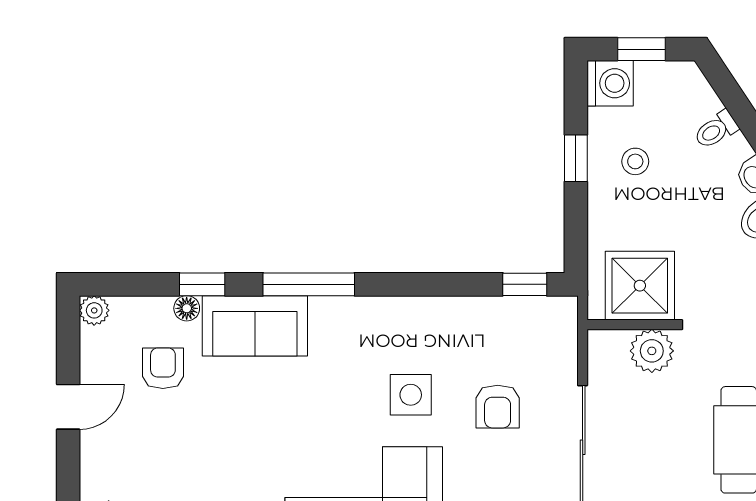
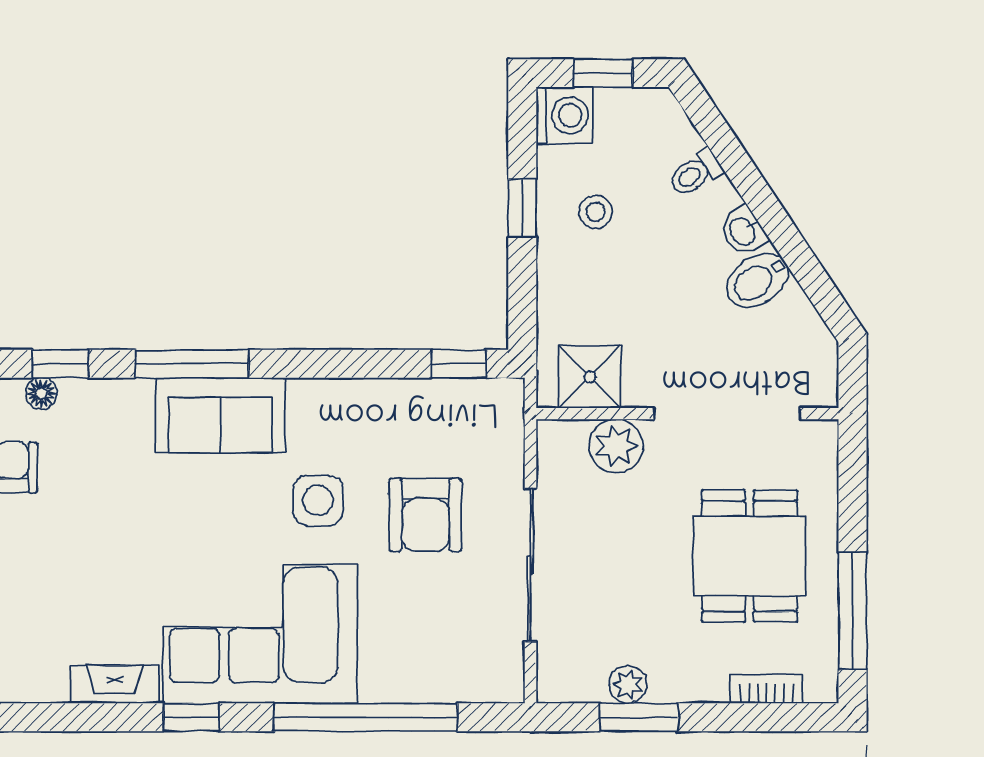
shower: (640, 286) -> (590, 377), width x0.73, depth x0.73
sofa: (255, 326) -> (220, 415), moved
armchair: (498, 407) -> (425, 515), width x1.38, depth x1.38

